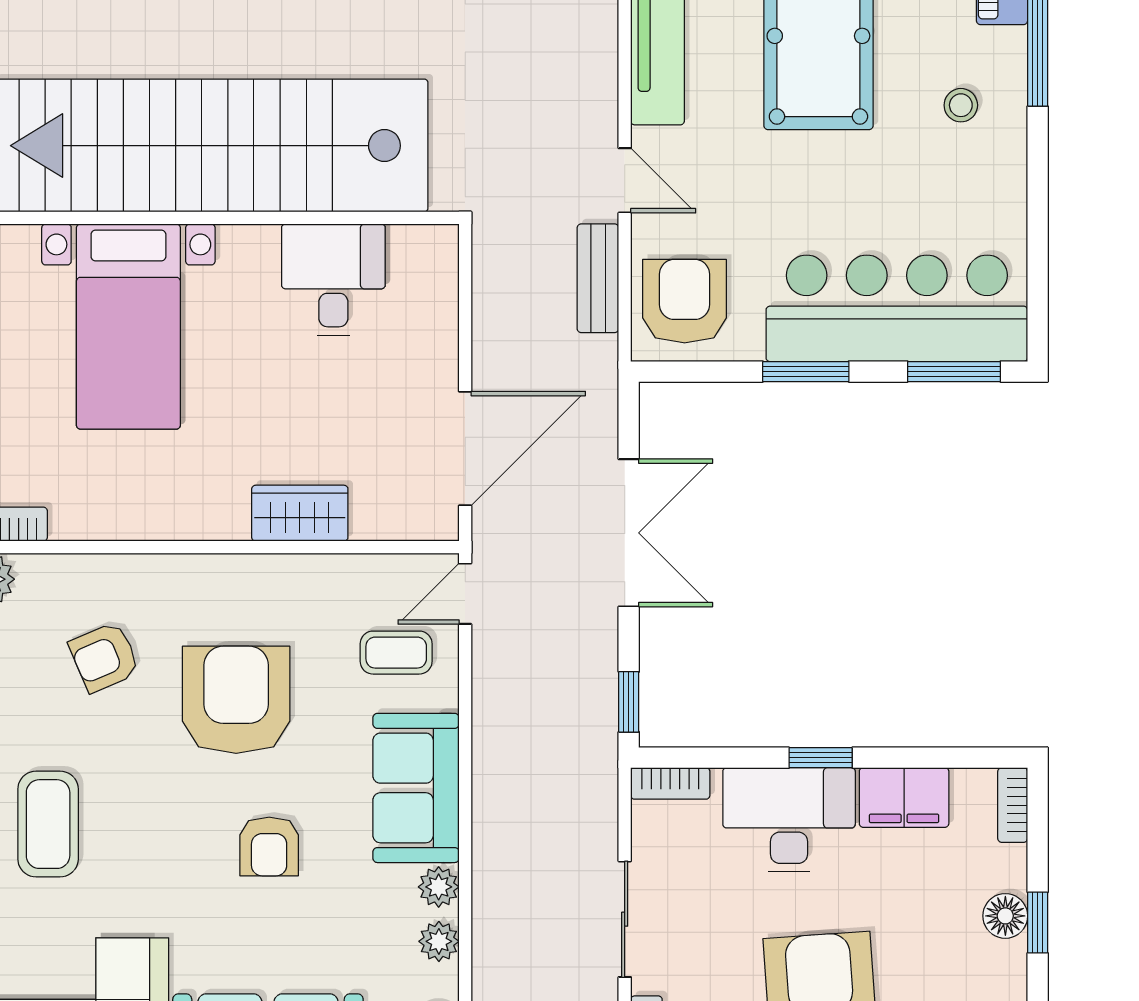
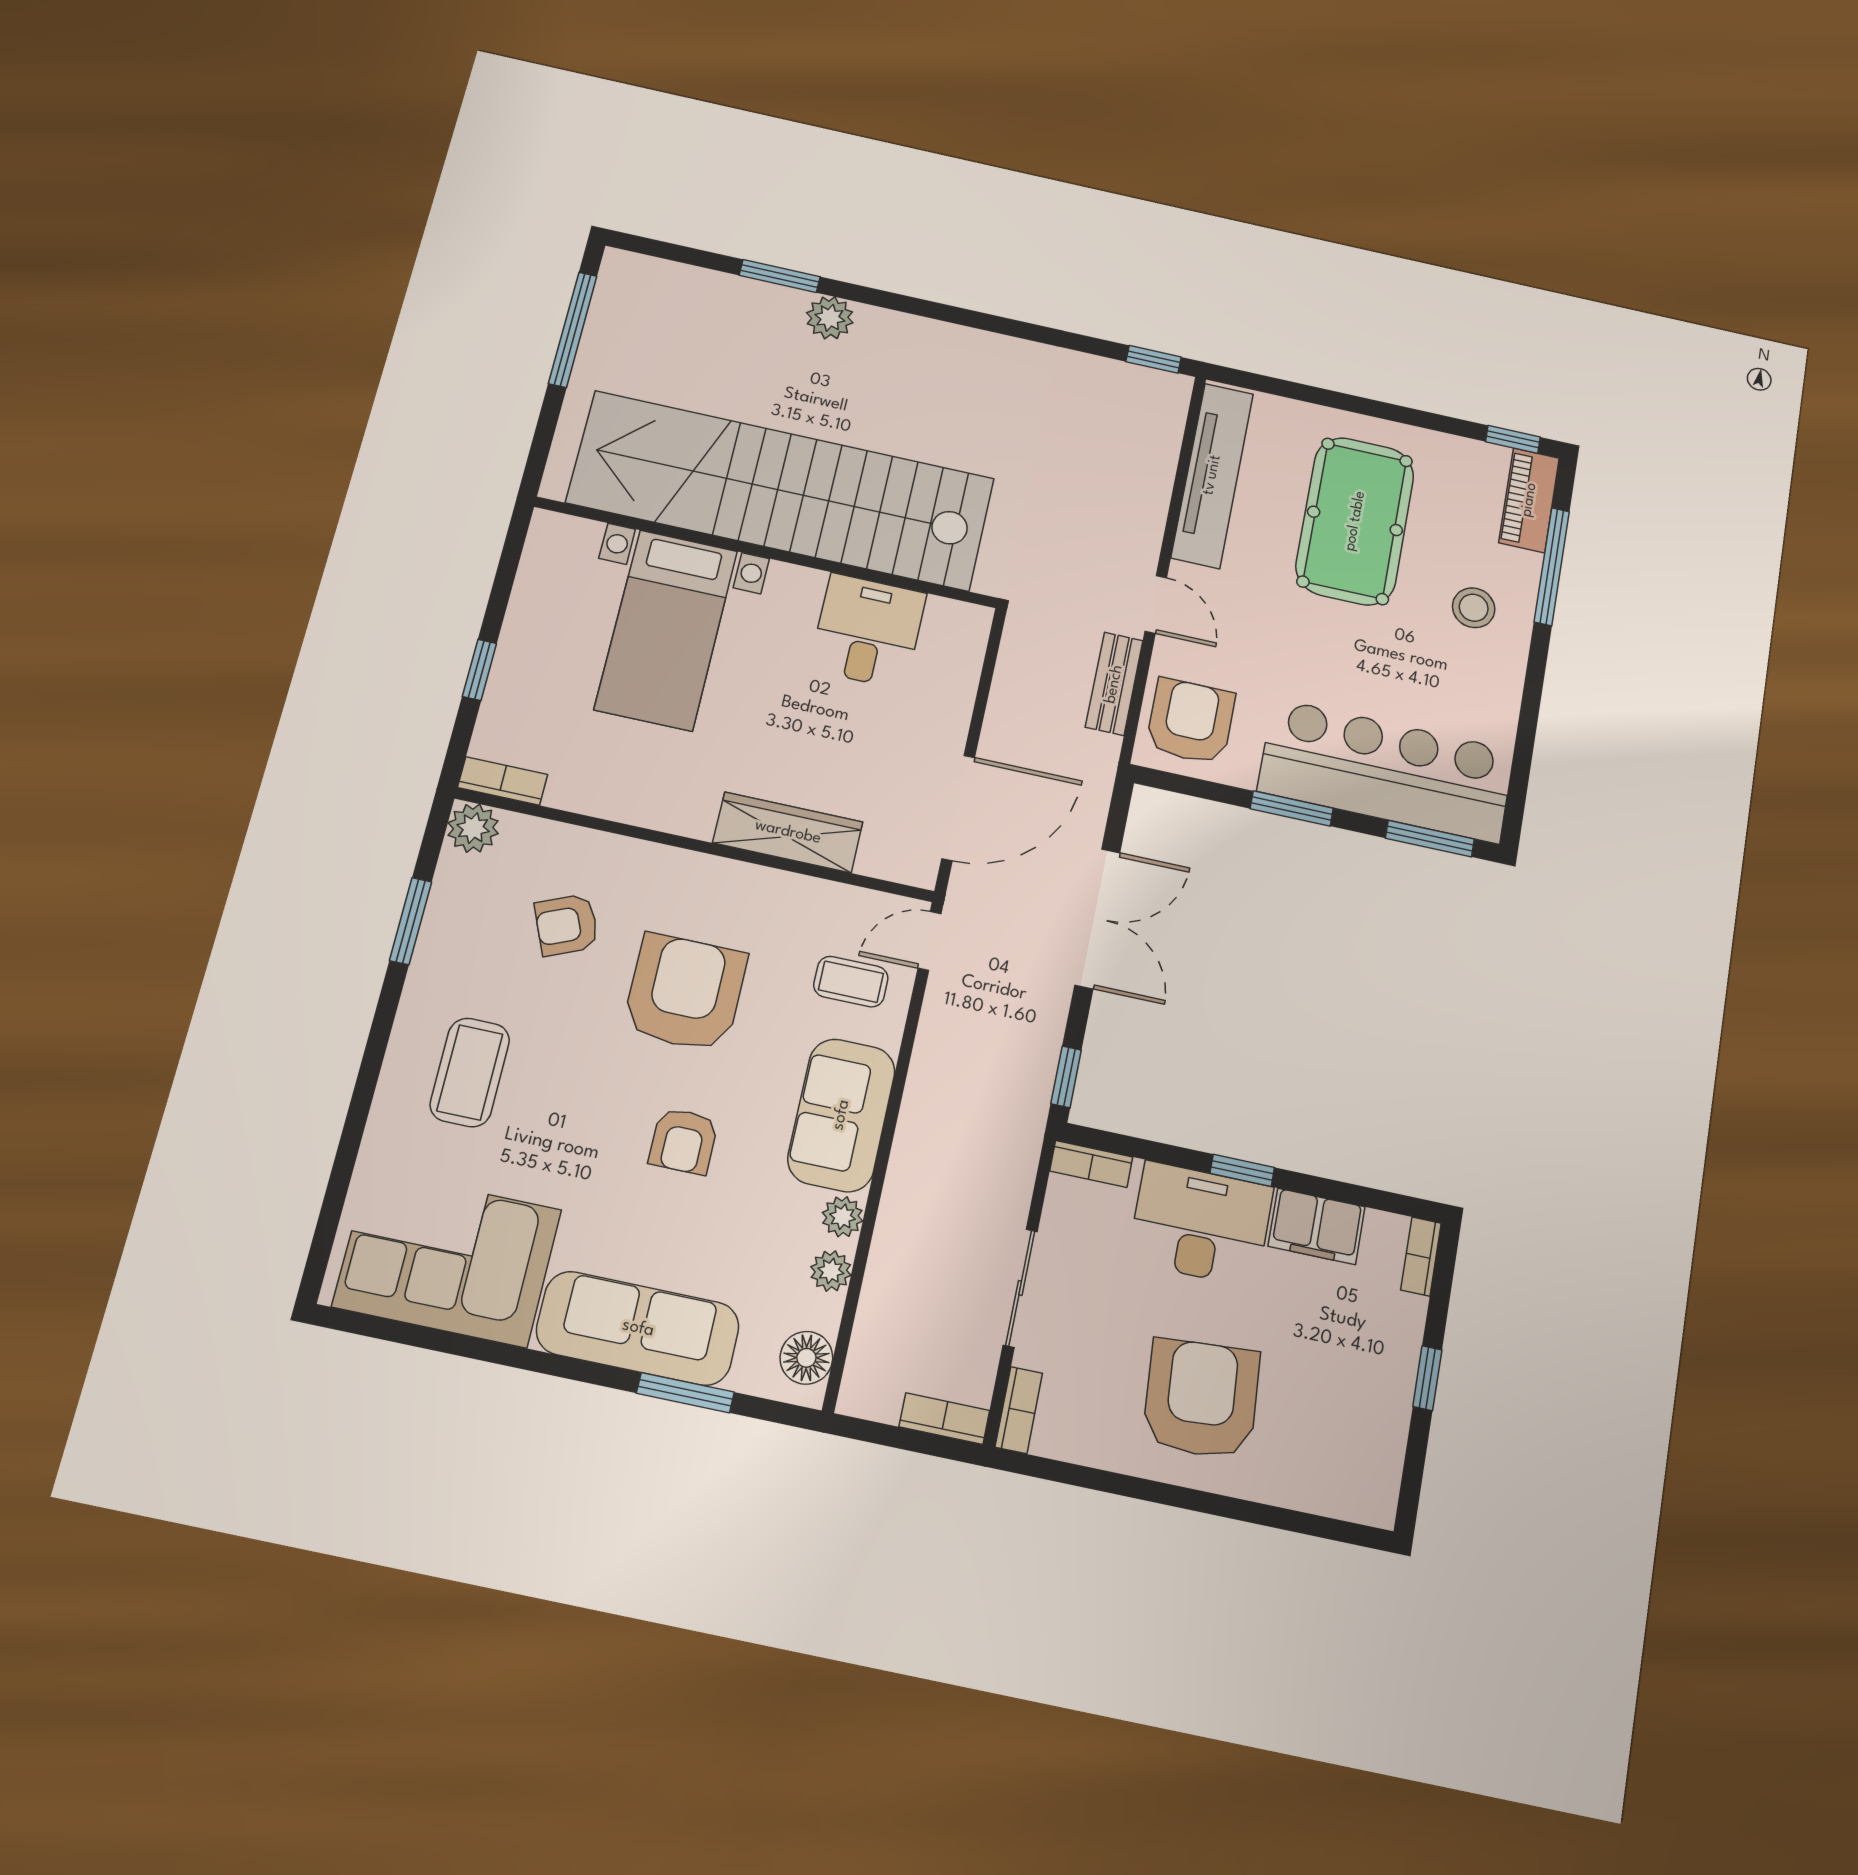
stool: (961, 105) -> (1474, 608), width x1.37, depth x1.37
wardrobe: (300, 513) -> (788, 832), width x1.50
floor lamp: (1005, 916) -> (1397, 1365), removed

